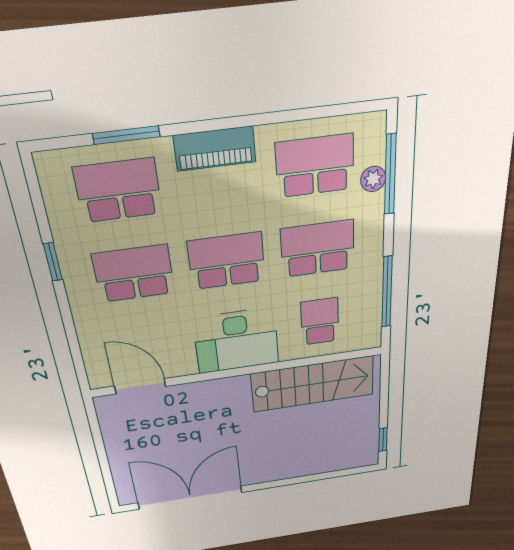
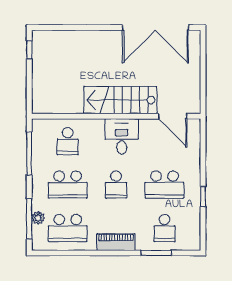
school desk: (118, 191) -> (165, 228), width x0.54
school desk: (227, 261) -> (116, 185), width x0.54
desk: (236, 341) -> (122, 136), width x0.73
stairs: (313, 384) -> (120, 100), moved

